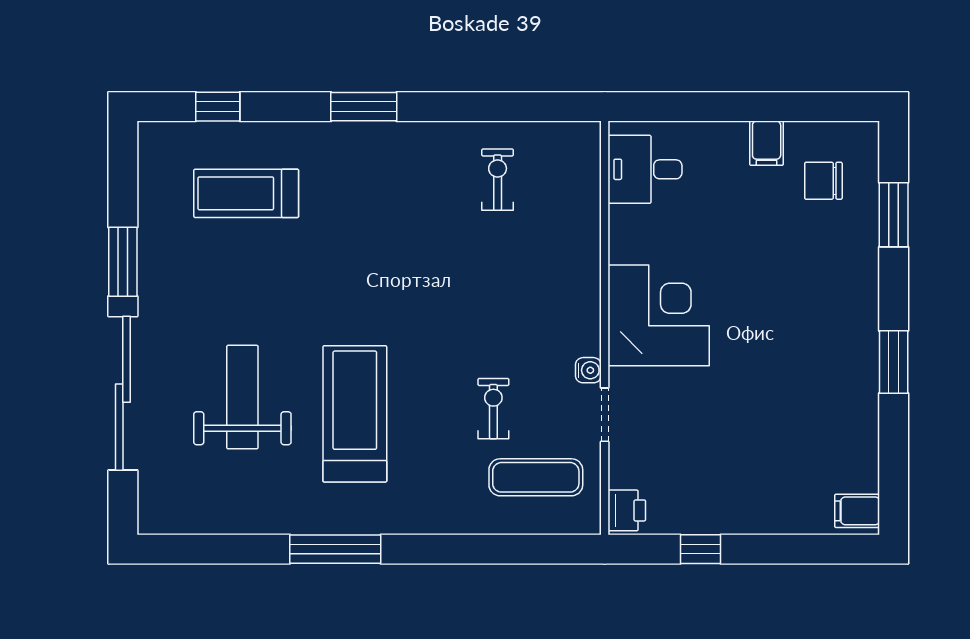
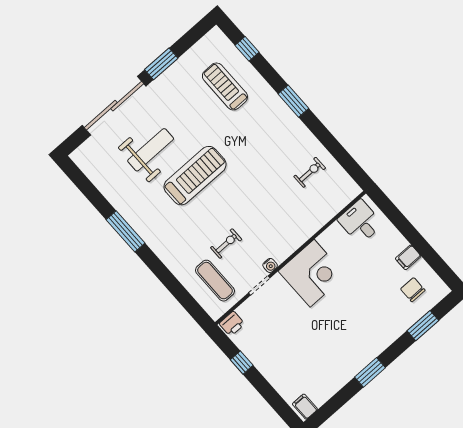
treadmill: (355, 414) -> (195, 176), moved

